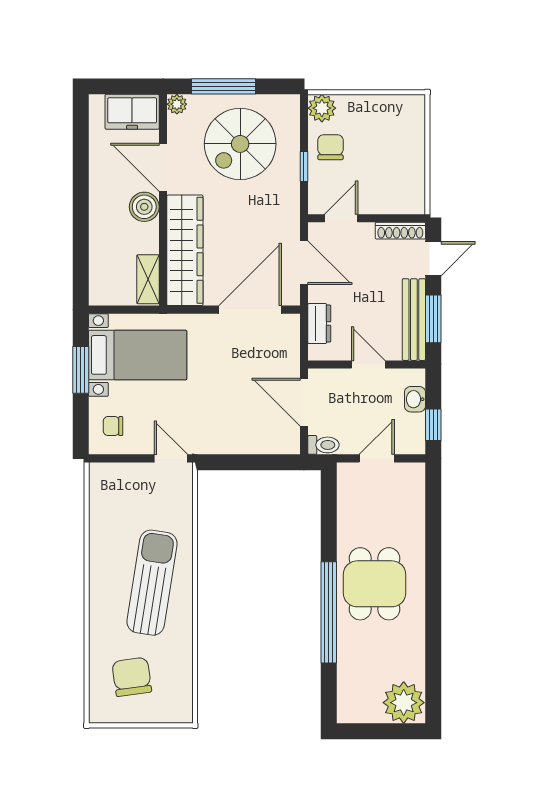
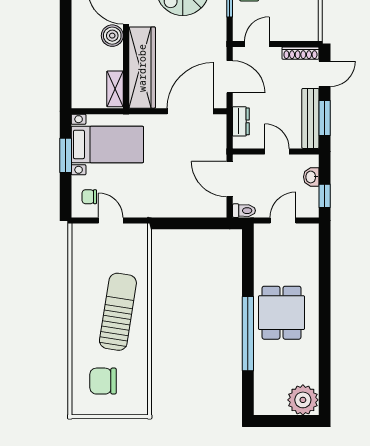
door: (171, 458) -> (111, 221), moved
chair: (132, 677) -> (103, 381), turned -82

